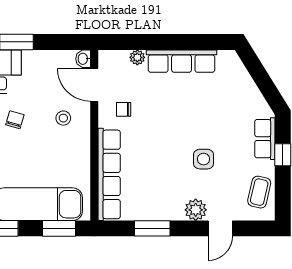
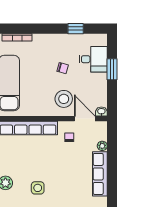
door: (94, 85) -> (85, 119), hinge flipped
stool: (63, 118) -> (64, 99), width x1.89, depth x1.89

